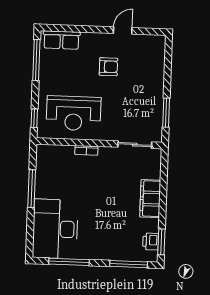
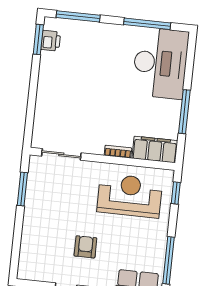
armchair: (108, 67) -> (85, 247), turned 90
filing cabinet: (150, 199) -> (155, 150), moved, turned -90

